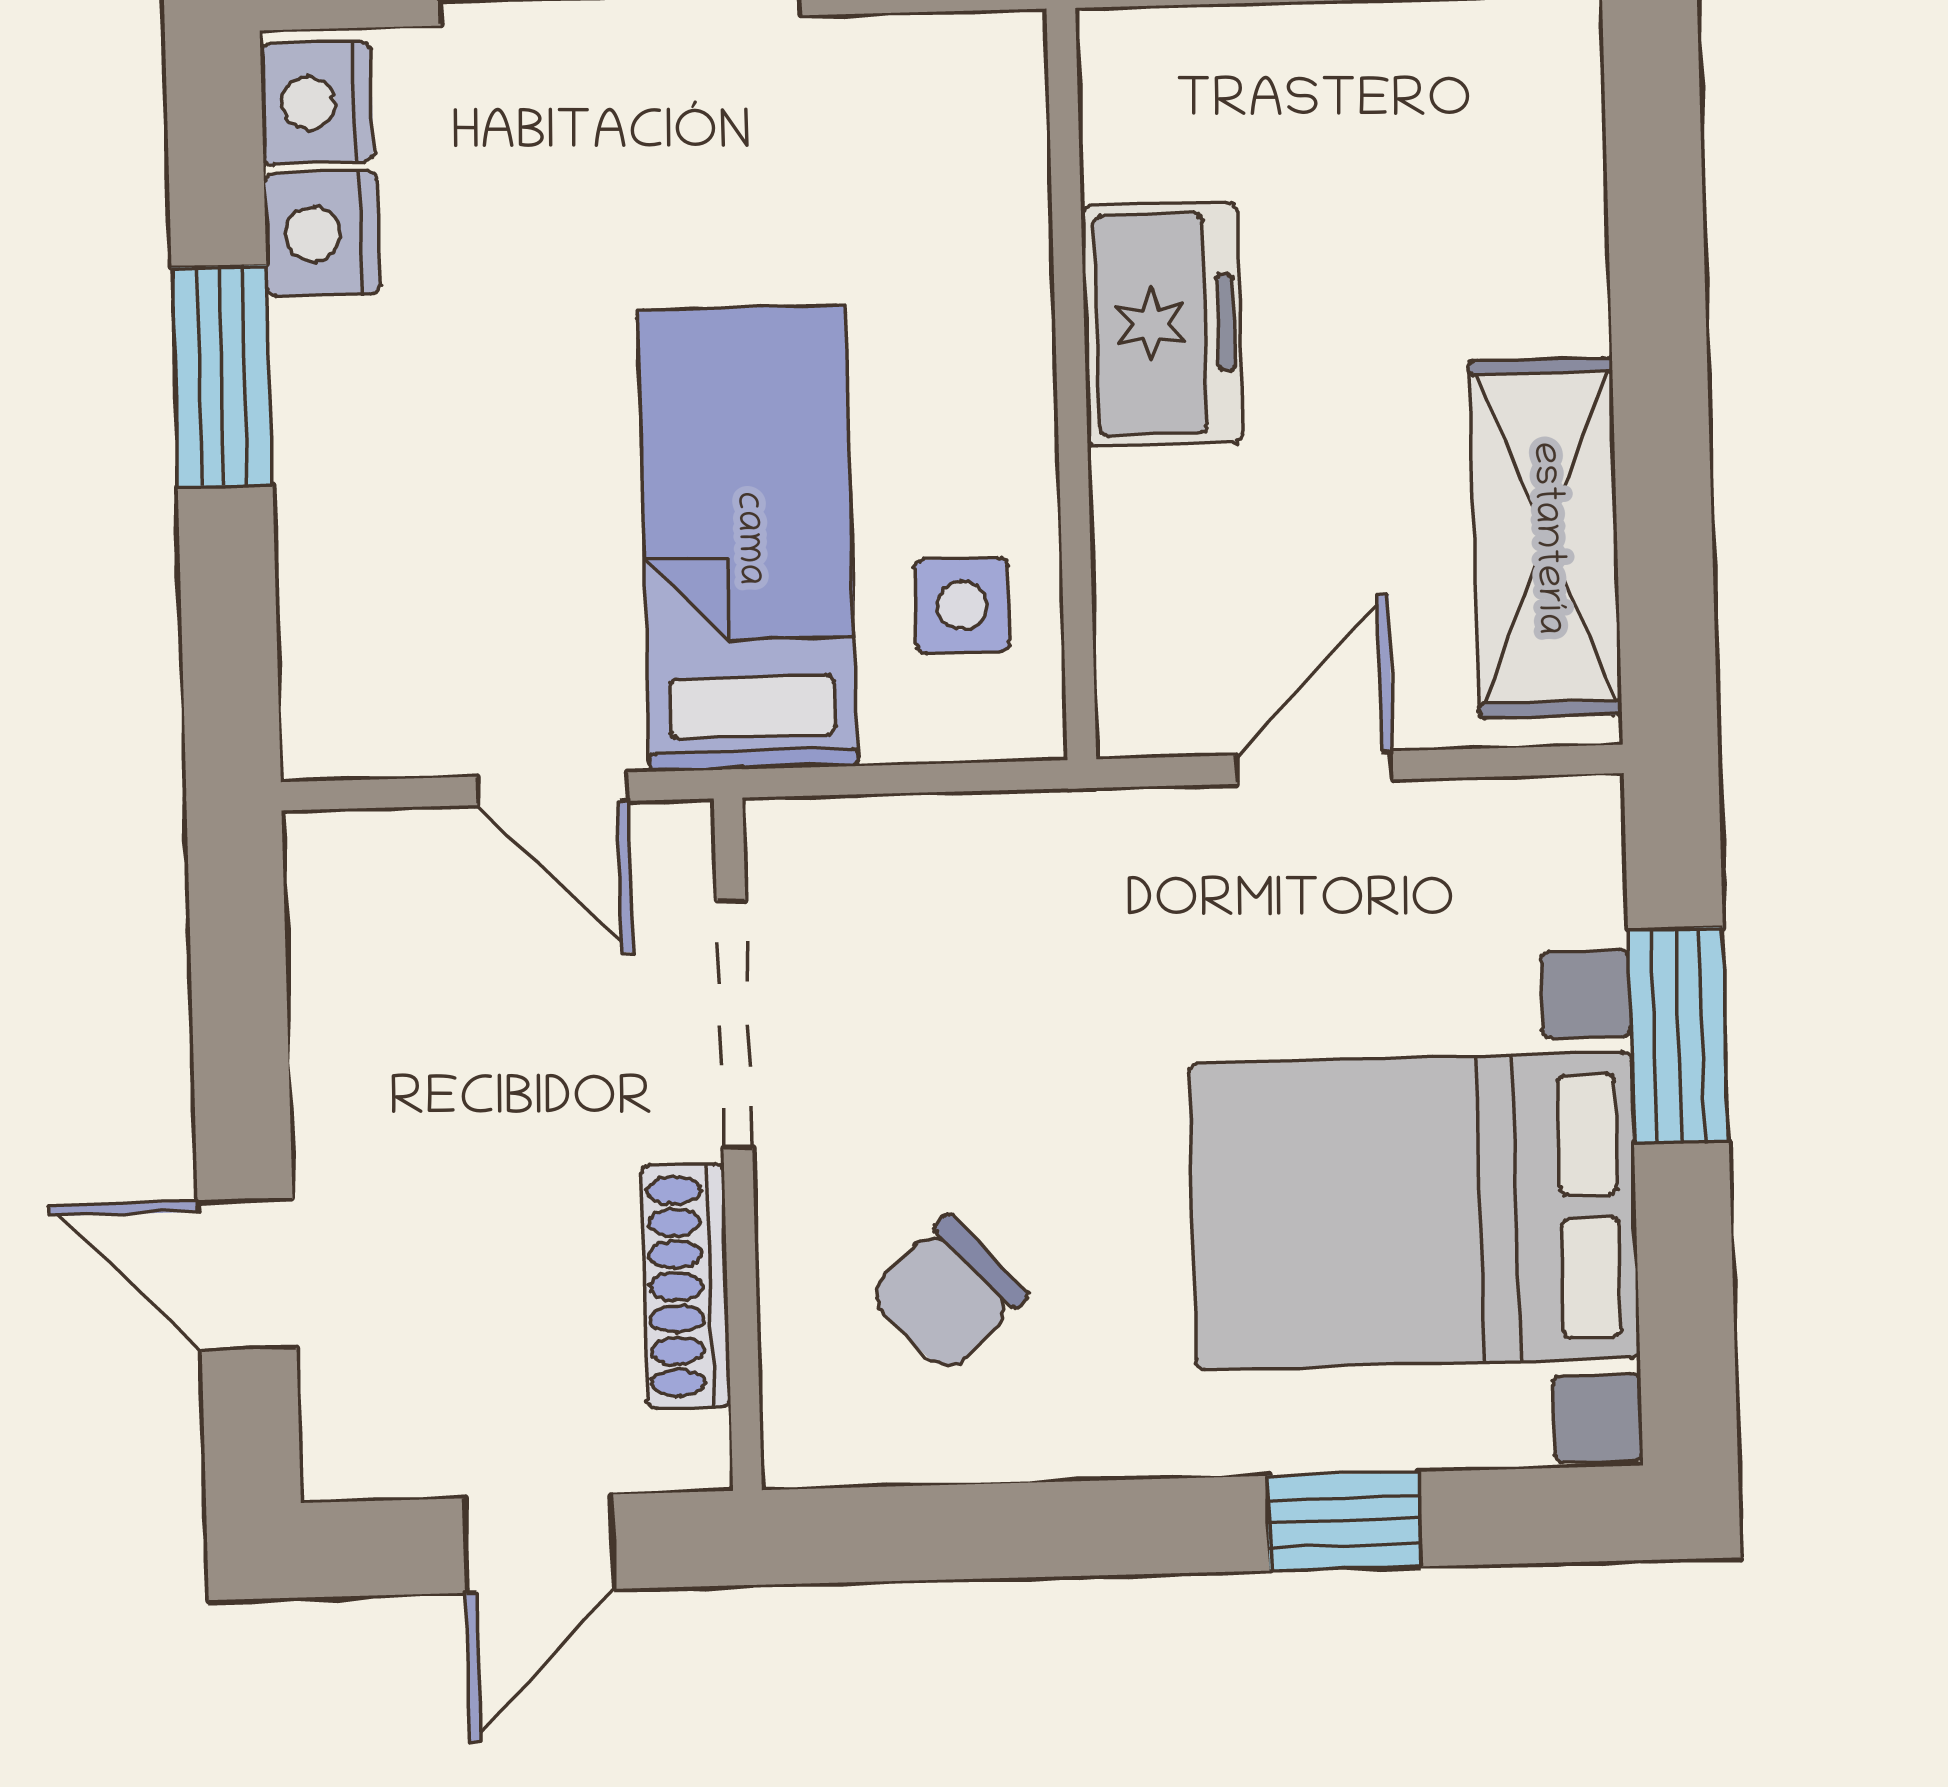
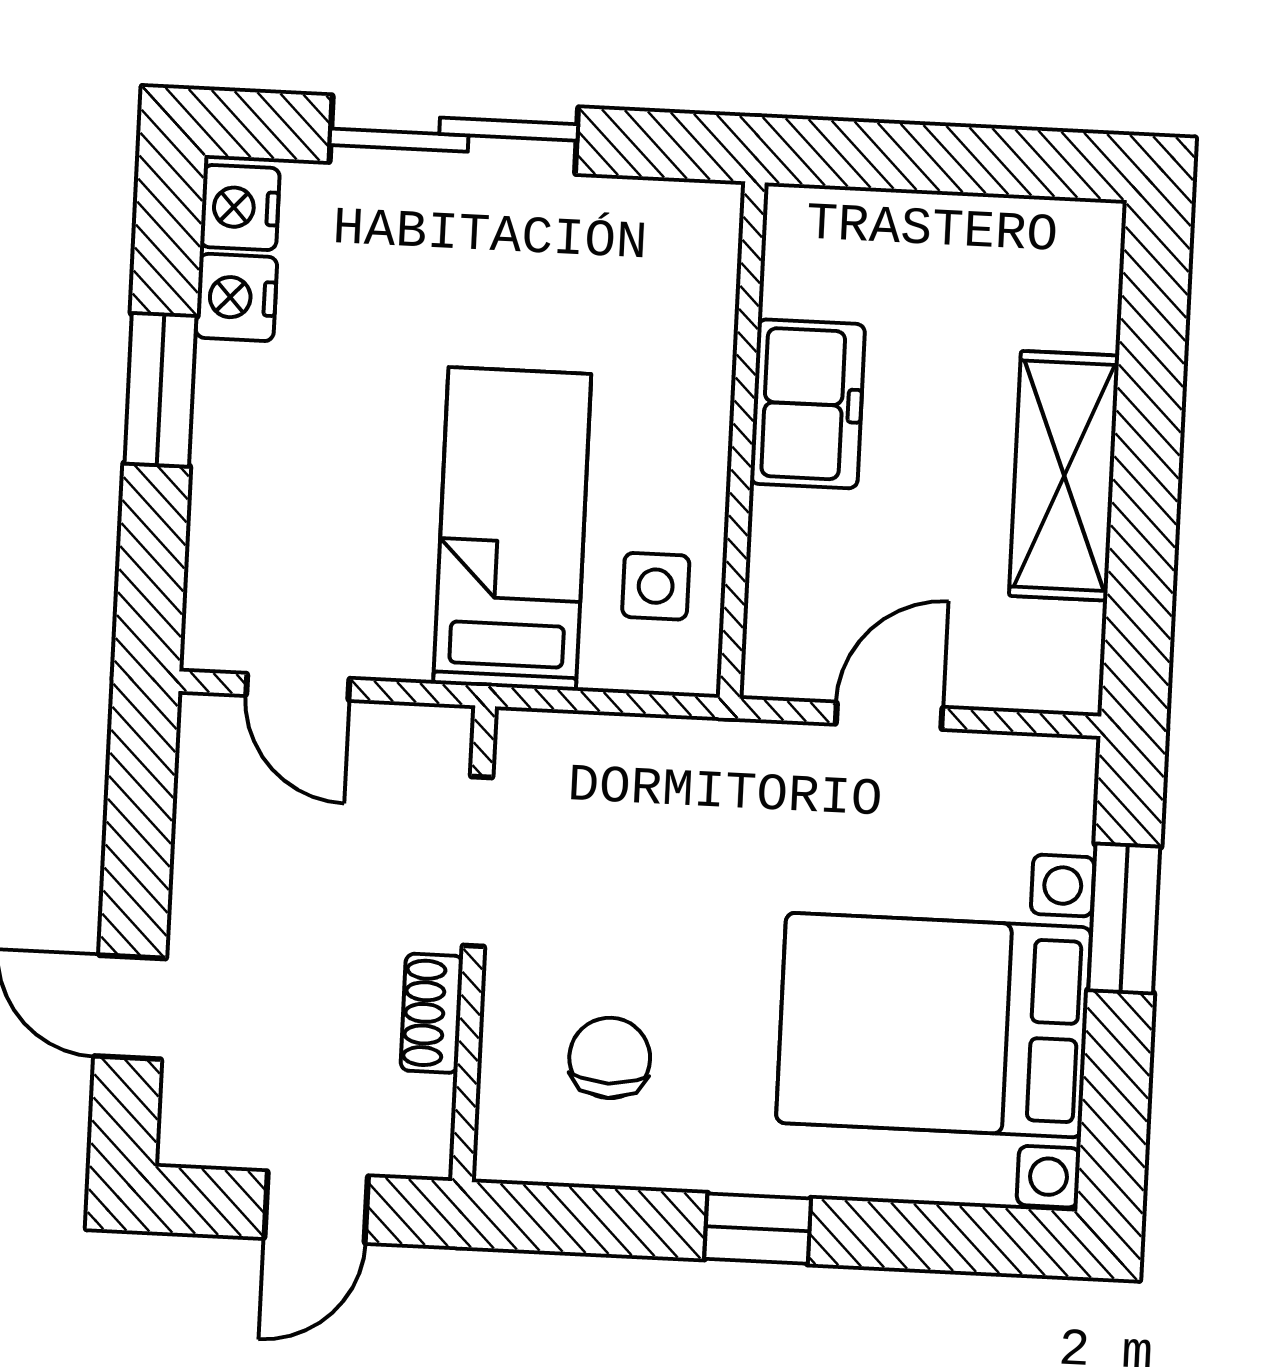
shelving: (1546, 538) -> (1064, 476), moved
door: (552, 789) -> (298, 687), moved
shoe rack: (686, 1286) -> (432, 1013), width x0.70
chair: (948, 1295) -> (610, 1058), turned 133
window: (1344, 1521) -> (758, 1229), moved

